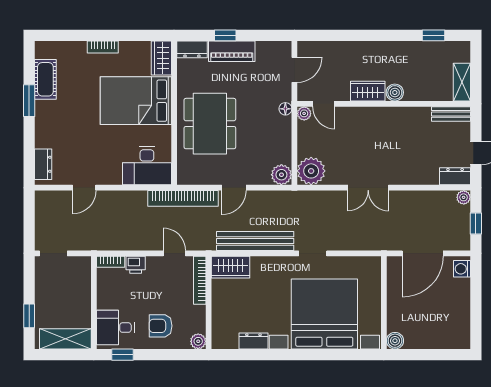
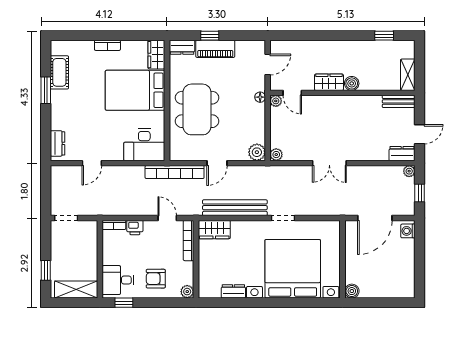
plant: (311, 171) -> (276, 155), width x0.53, depth x0.53

